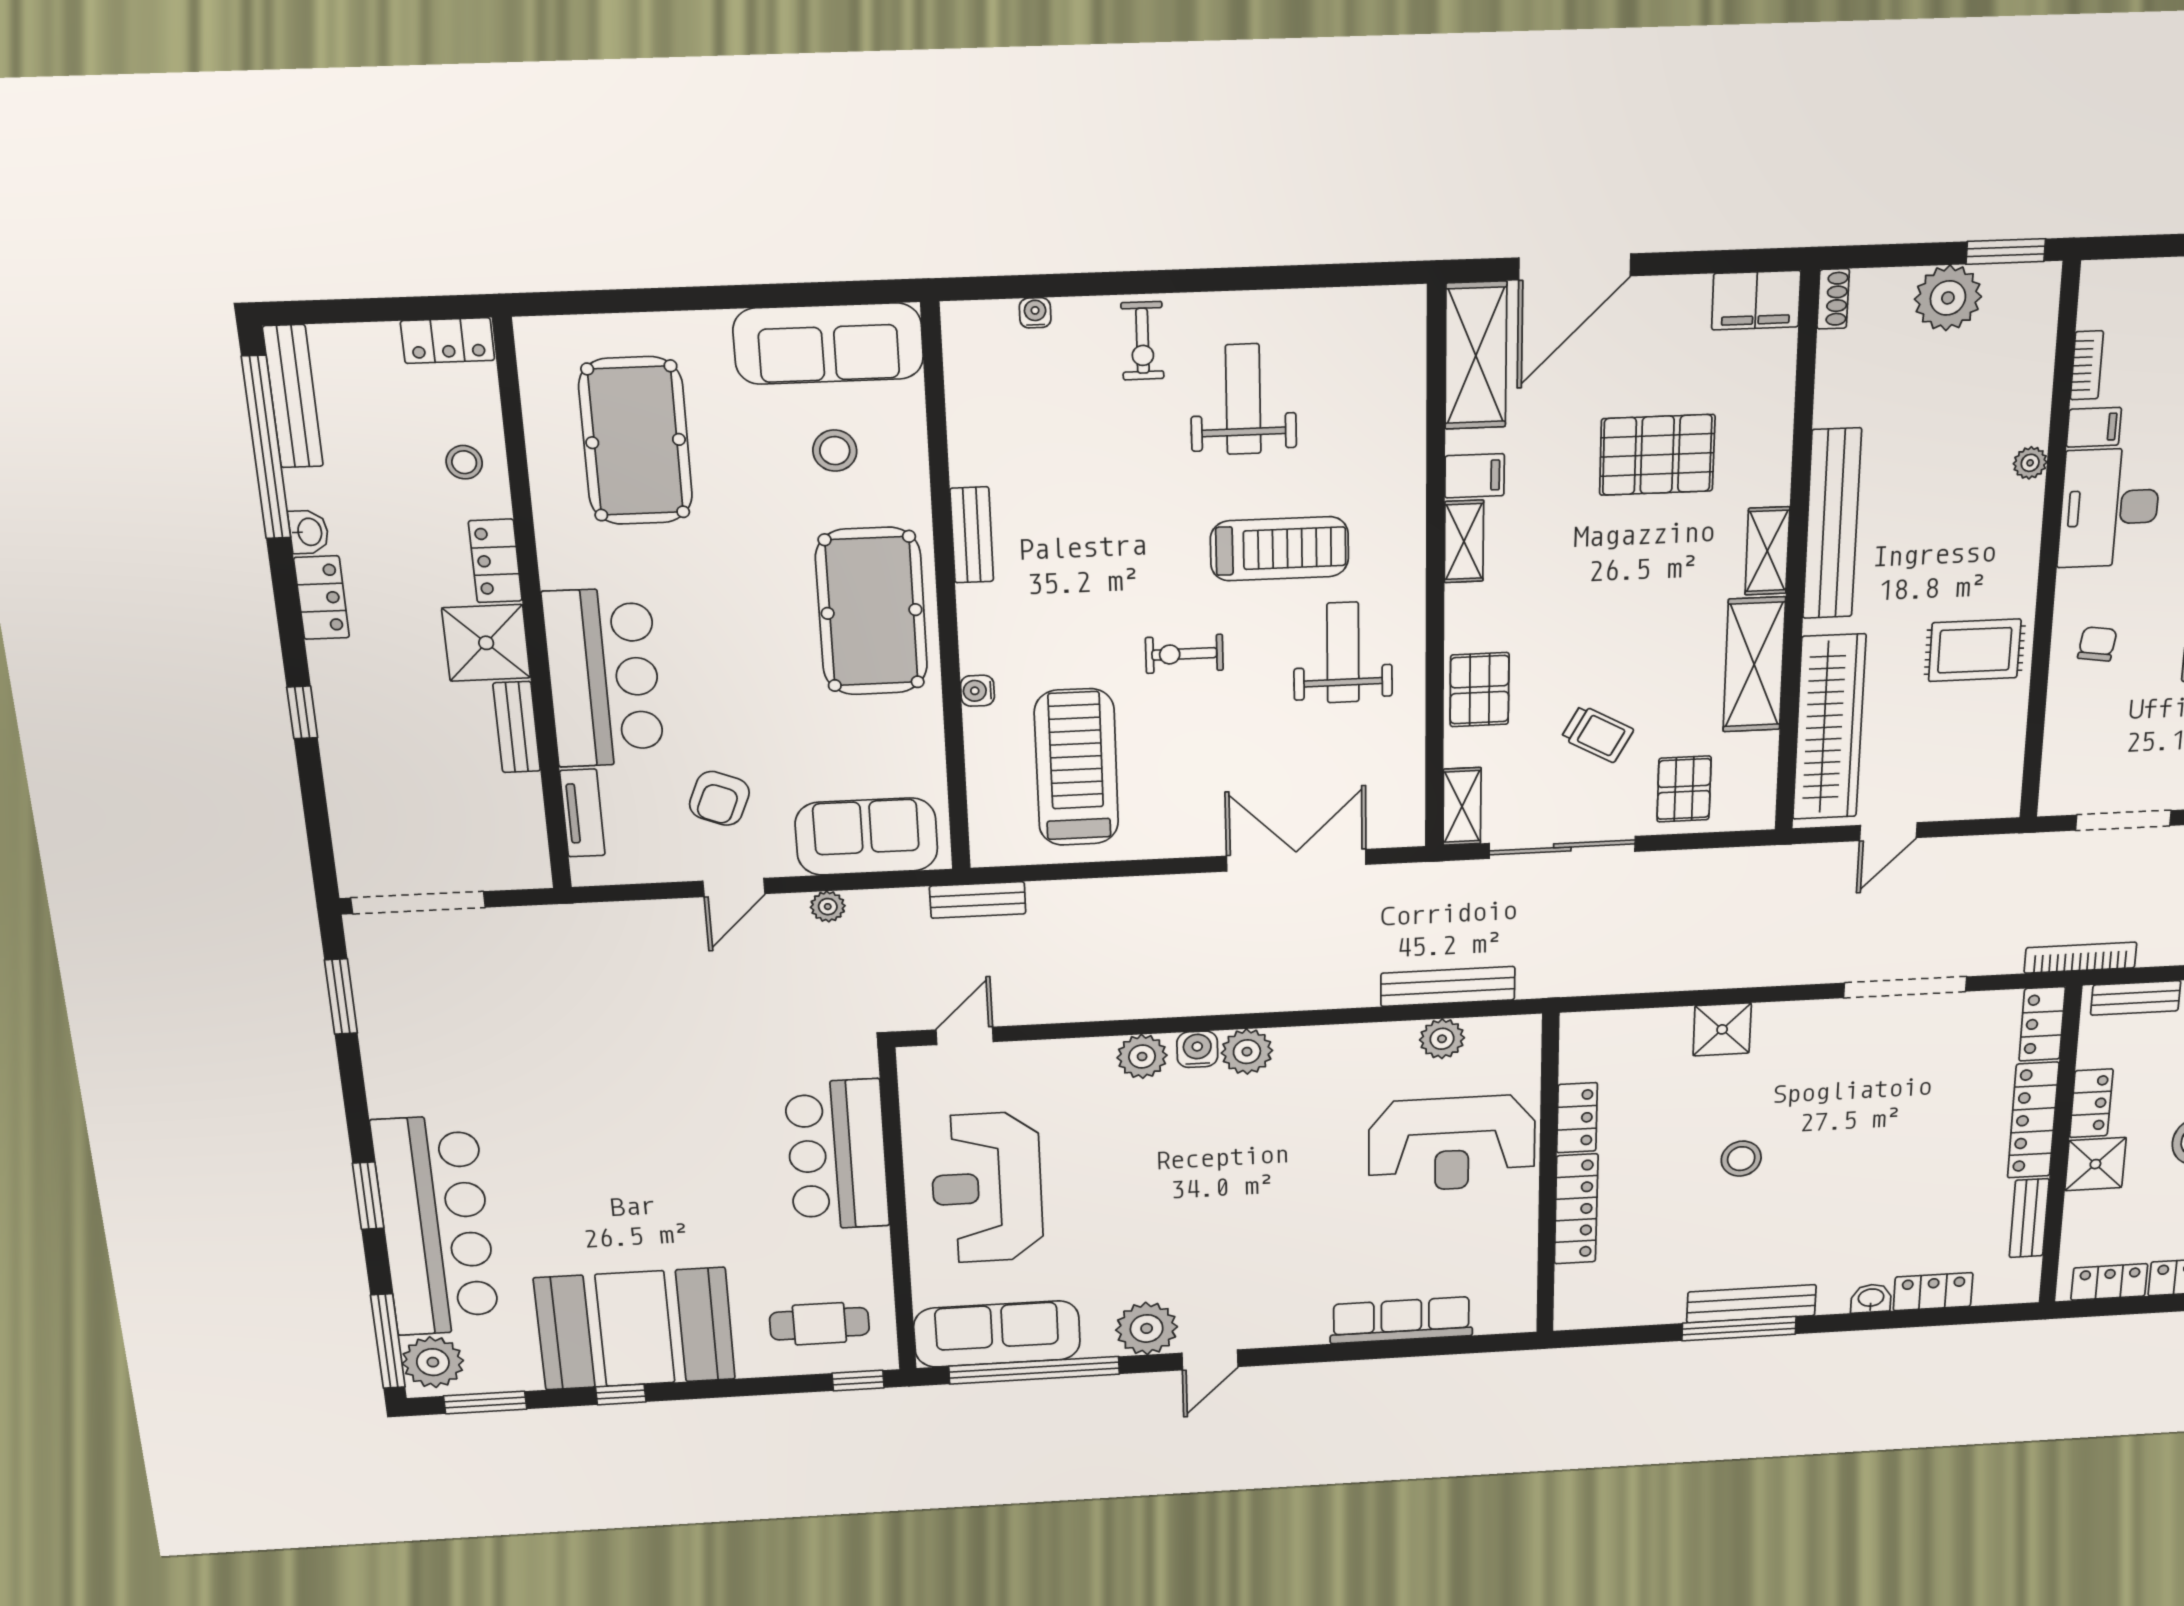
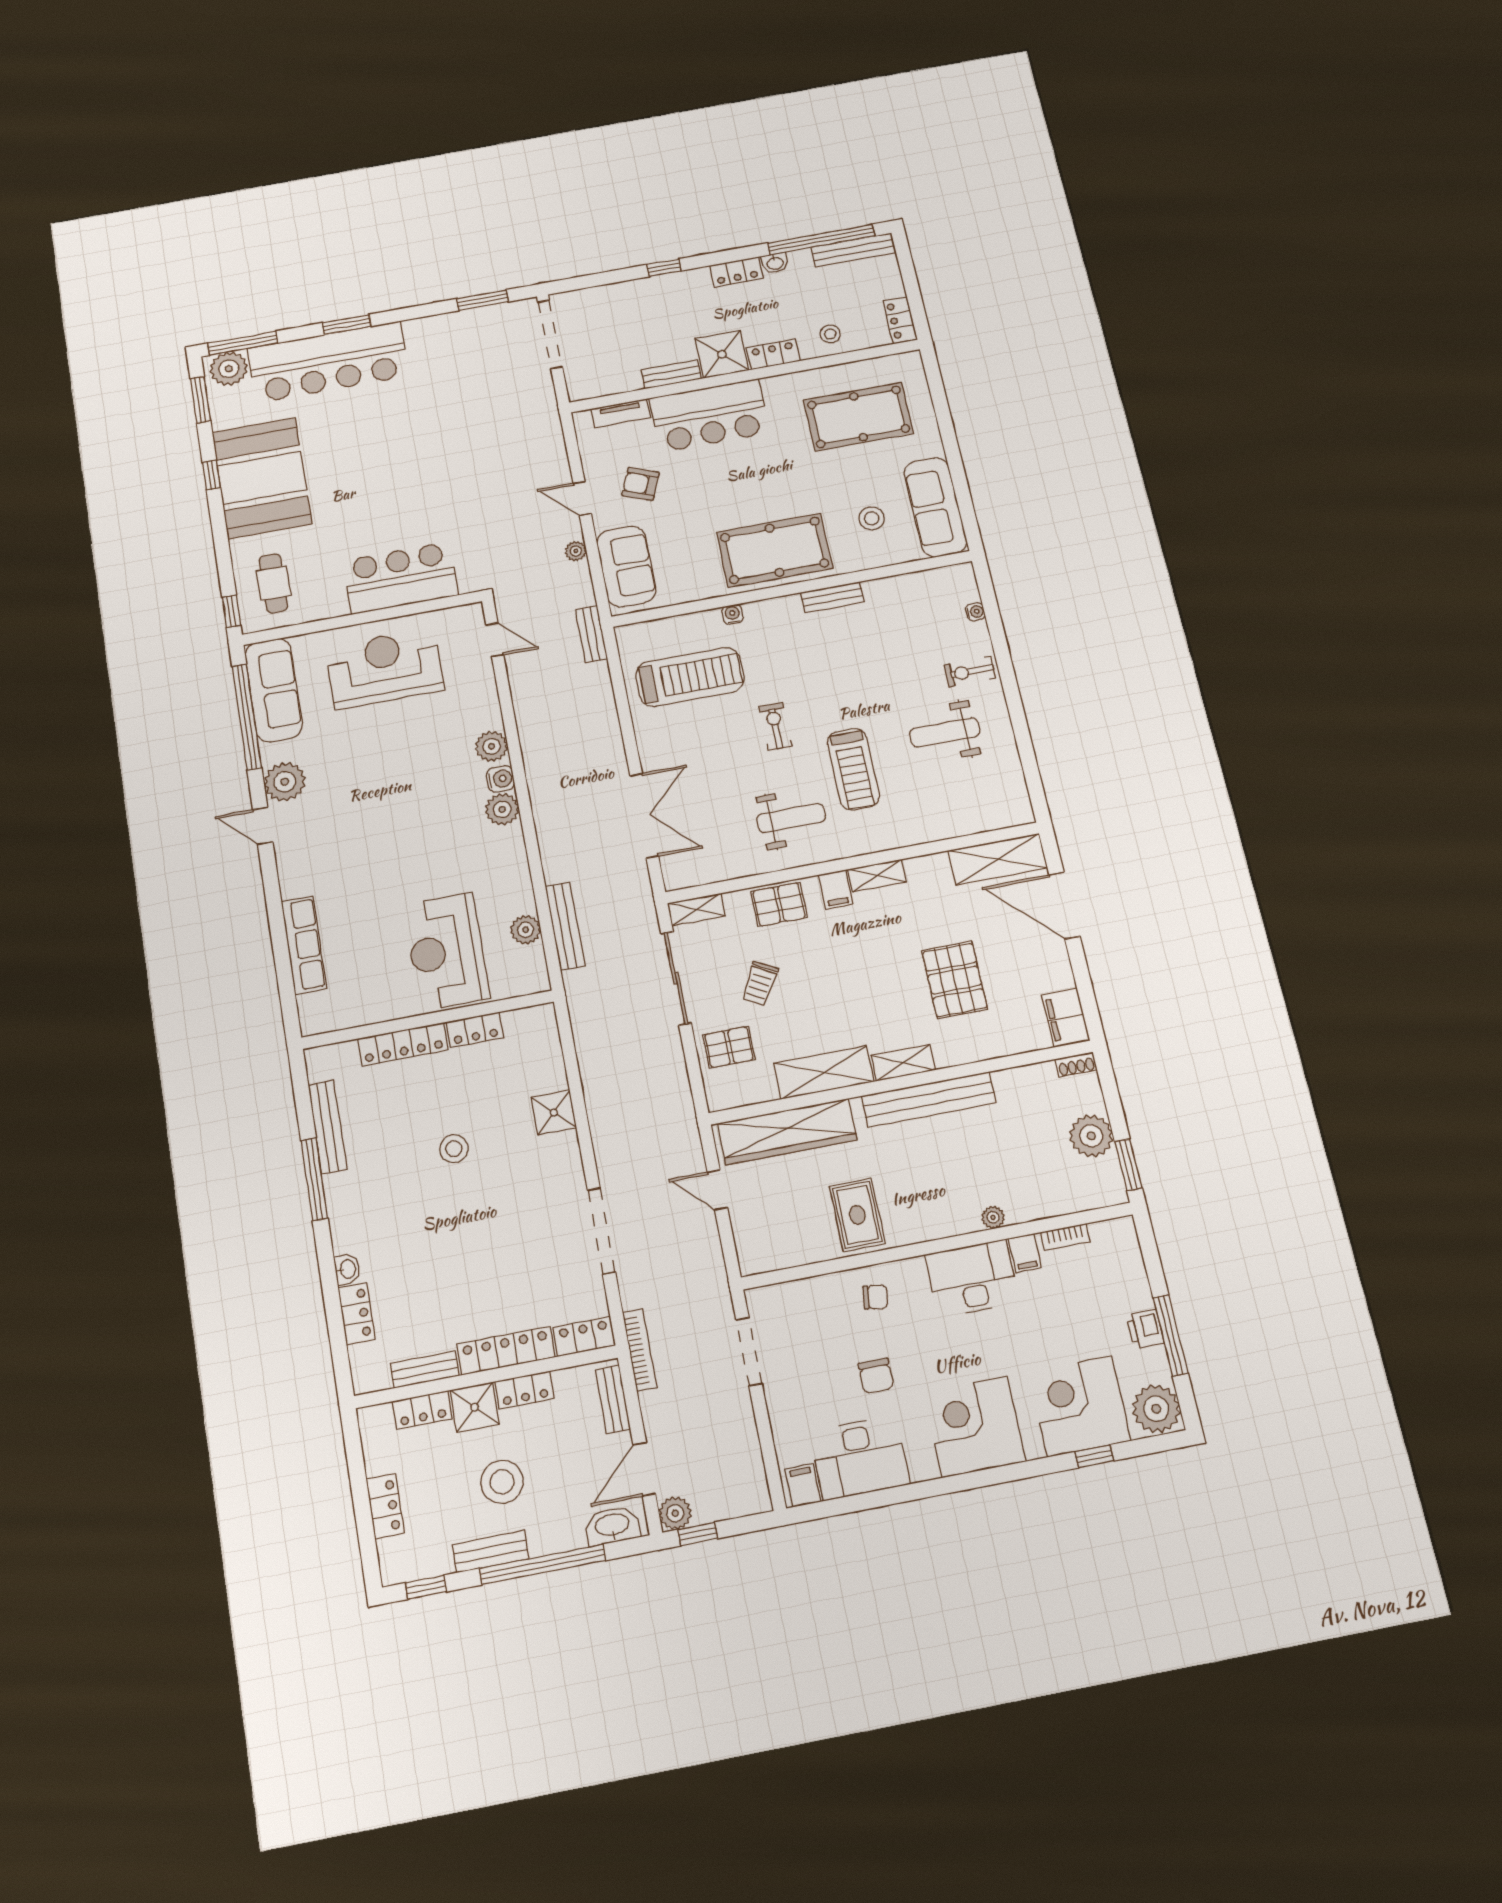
weight bench: (1243, 399) -> (945, 733), turned 180
filing cabinet: (1475, 476) -> (836, 890), moved
locker: (2109, 1282) -> (422, 1410), moved, turned 90
bench: (1751, 1304) -> (327, 1127), moved

